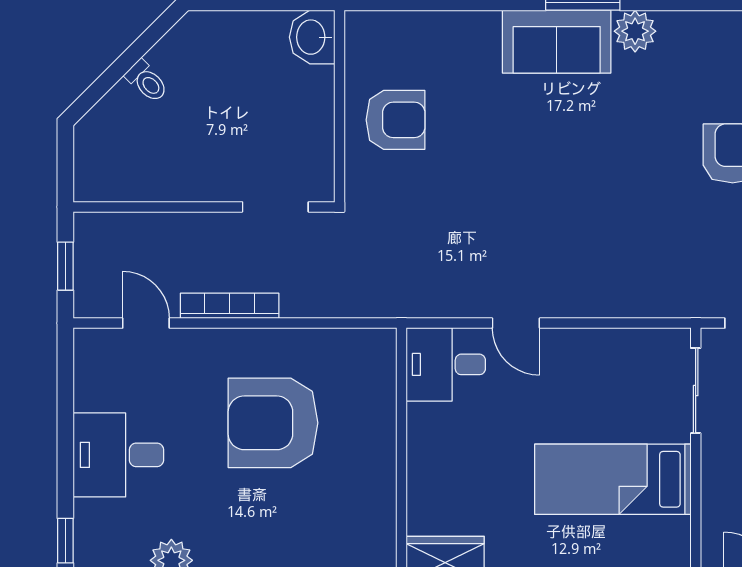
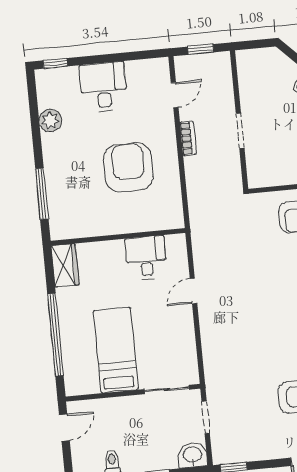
doorway: (275, 207) -> (240, 131), moved
bookcase: (230, 306) -> (188, 138), width x0.64
desk: (446, 364) -> (146, 258), moved

